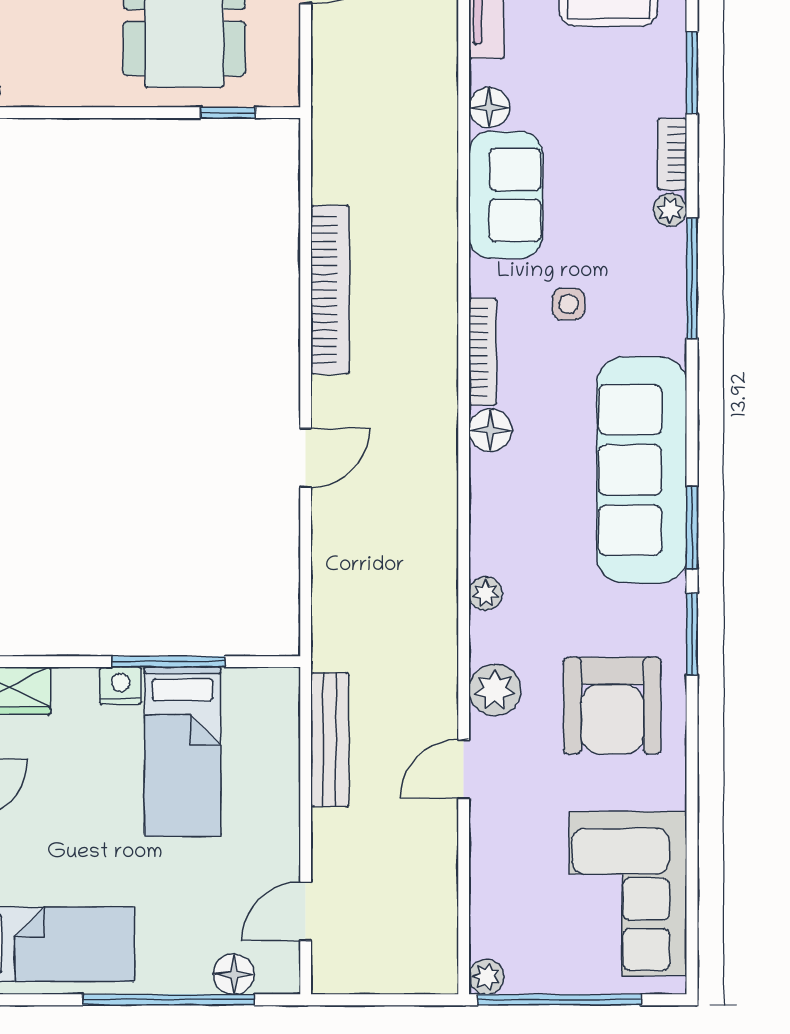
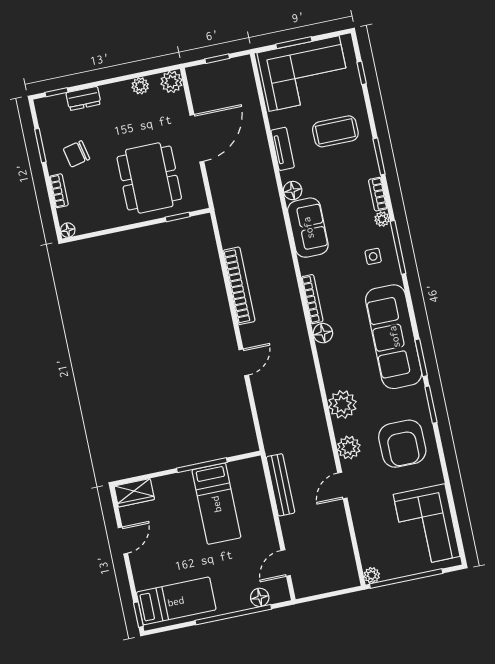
side table: (568, 304) -> (373, 256), moved
plant: (486, 594) -> (342, 404), width x1.88, depth x1.88
nightstand: (120, 686) -> (183, 480), removed

